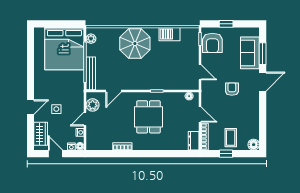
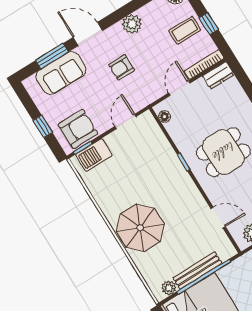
barbecue: (169, 34) -> (94, 155), moved, turned 90
bench: (91, 73) -> (197, 270), moved
plant: (253, 110) -> (132, 24), added

